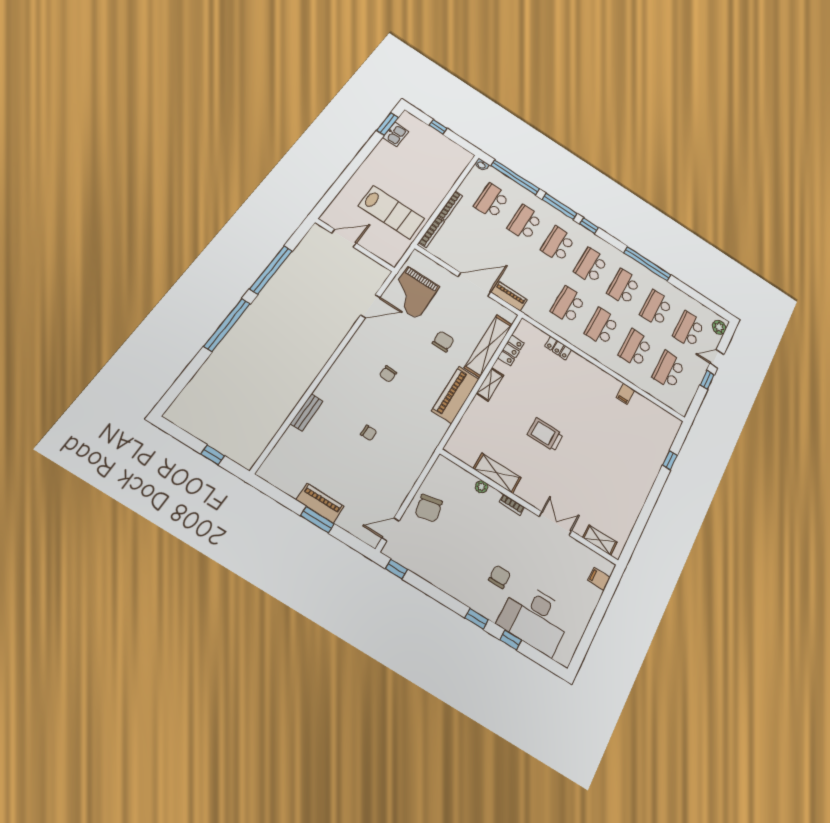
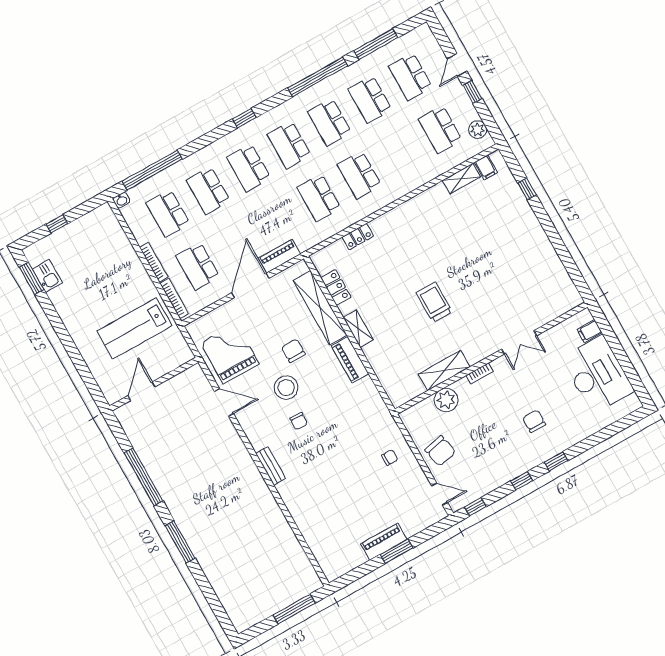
window: (560, 206) -> (376, 44), moved
lab bench: (392, 212) -> (134, 328), turned 180
grand piano: (413, 293) -> (230, 353), turned 180
door: (370, 306) -> (224, 402), hinge flipped
window: (227, 325) -> (180, 542), width x0.68
plant: (719, 327) -> (478, 130), moved
school desk: (635, 348) -> (198, 266), moved
stool: (410, 350) -> (286, 388), added
filing cabinet: (625, 394) -> (486, 167), moved
piano: (456, 395) -> (350, 360), width x0.73, depth x0.75
bench: (307, 412) -> (271, 466), moved
chair: (369, 433) -> (390, 457), moved
trolley: (545, 434) -> (434, 302), turned 90
window: (213, 455) -> (294, 609), width x2.17
plant: (481, 487) -> (446, 400), width x1.87, depth x1.87
double door: (555, 524) -> (519, 342), swing flipped
door: (390, 529) -> (440, 494), swing flipped
shelving: (600, 540) -> (461, 179), moved
desk: (535, 618) -> (598, 375), moved, turned -90
window: (511, 640) -> (522, 481), moved

